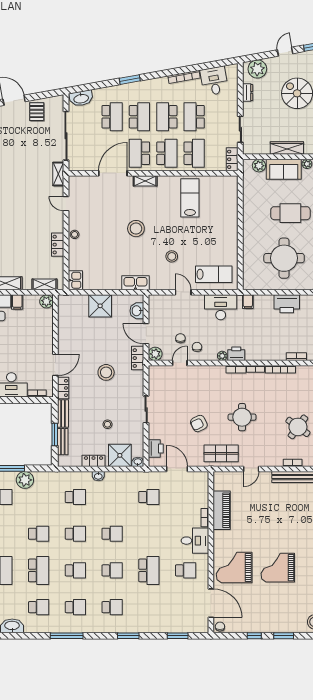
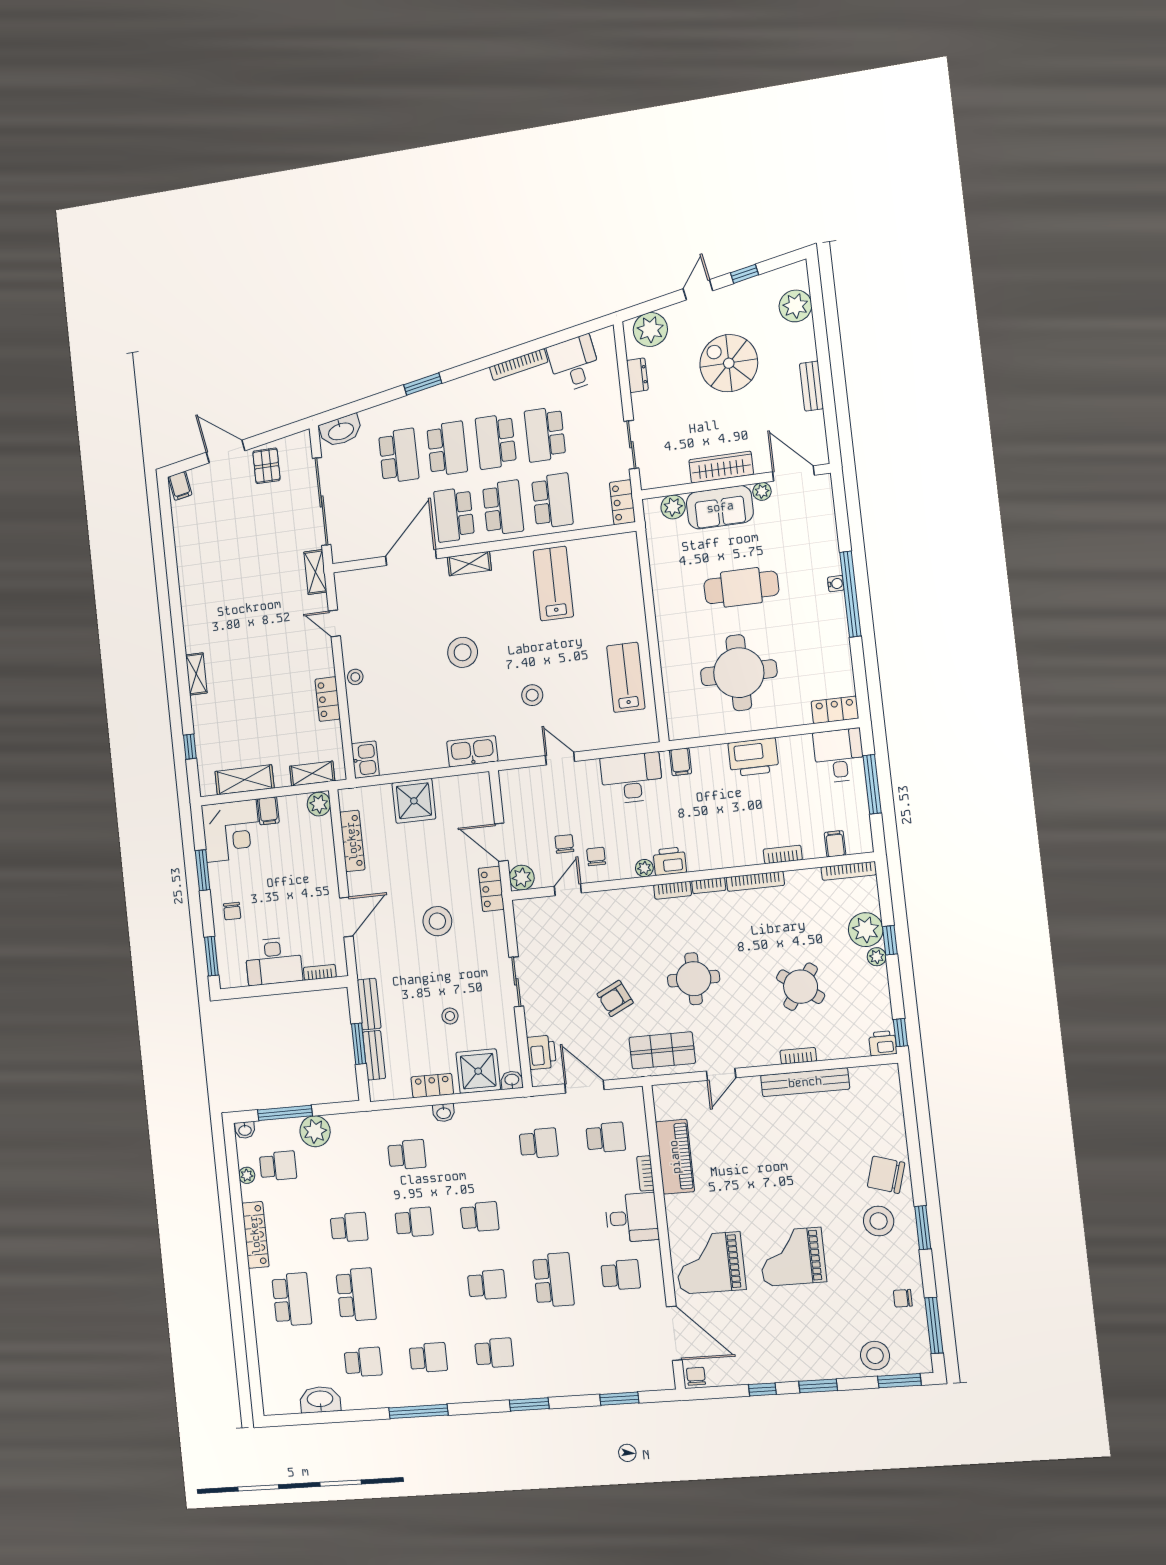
lab bench: (214, 274) -> (626, 677), moved, turned -90
washbasin: (137, 311) -> (480, 802), removed
locker: (63, 388) -> (352, 841), moved, width x1.53
school desk: (75, 570) -> (606, 1138), moved

